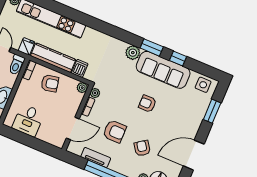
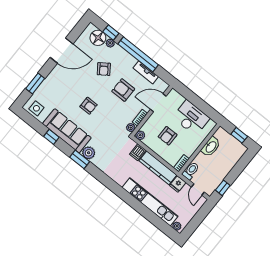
window: (152, 47) -> (80, 159), moved
armchair: (50, 83) -> (168, 136), moved, turned -78
desk: (28, 120) -> (191, 118), width x1.37

